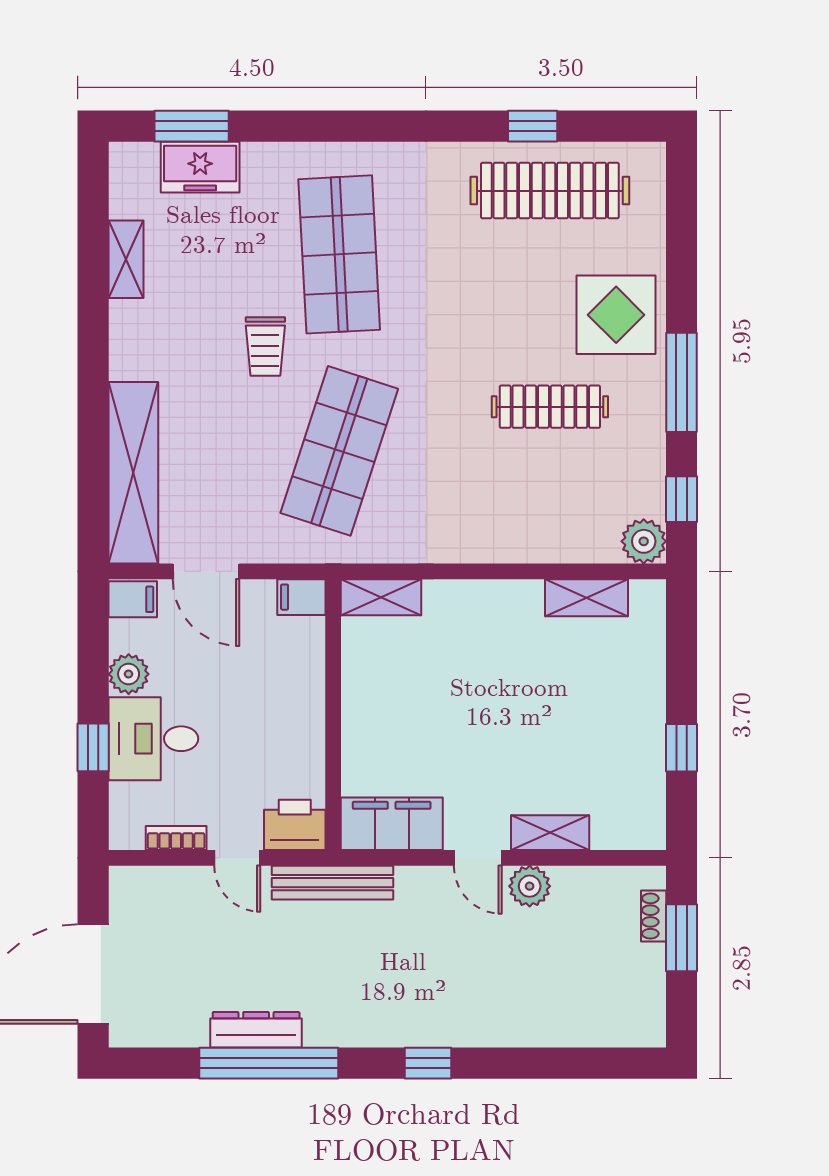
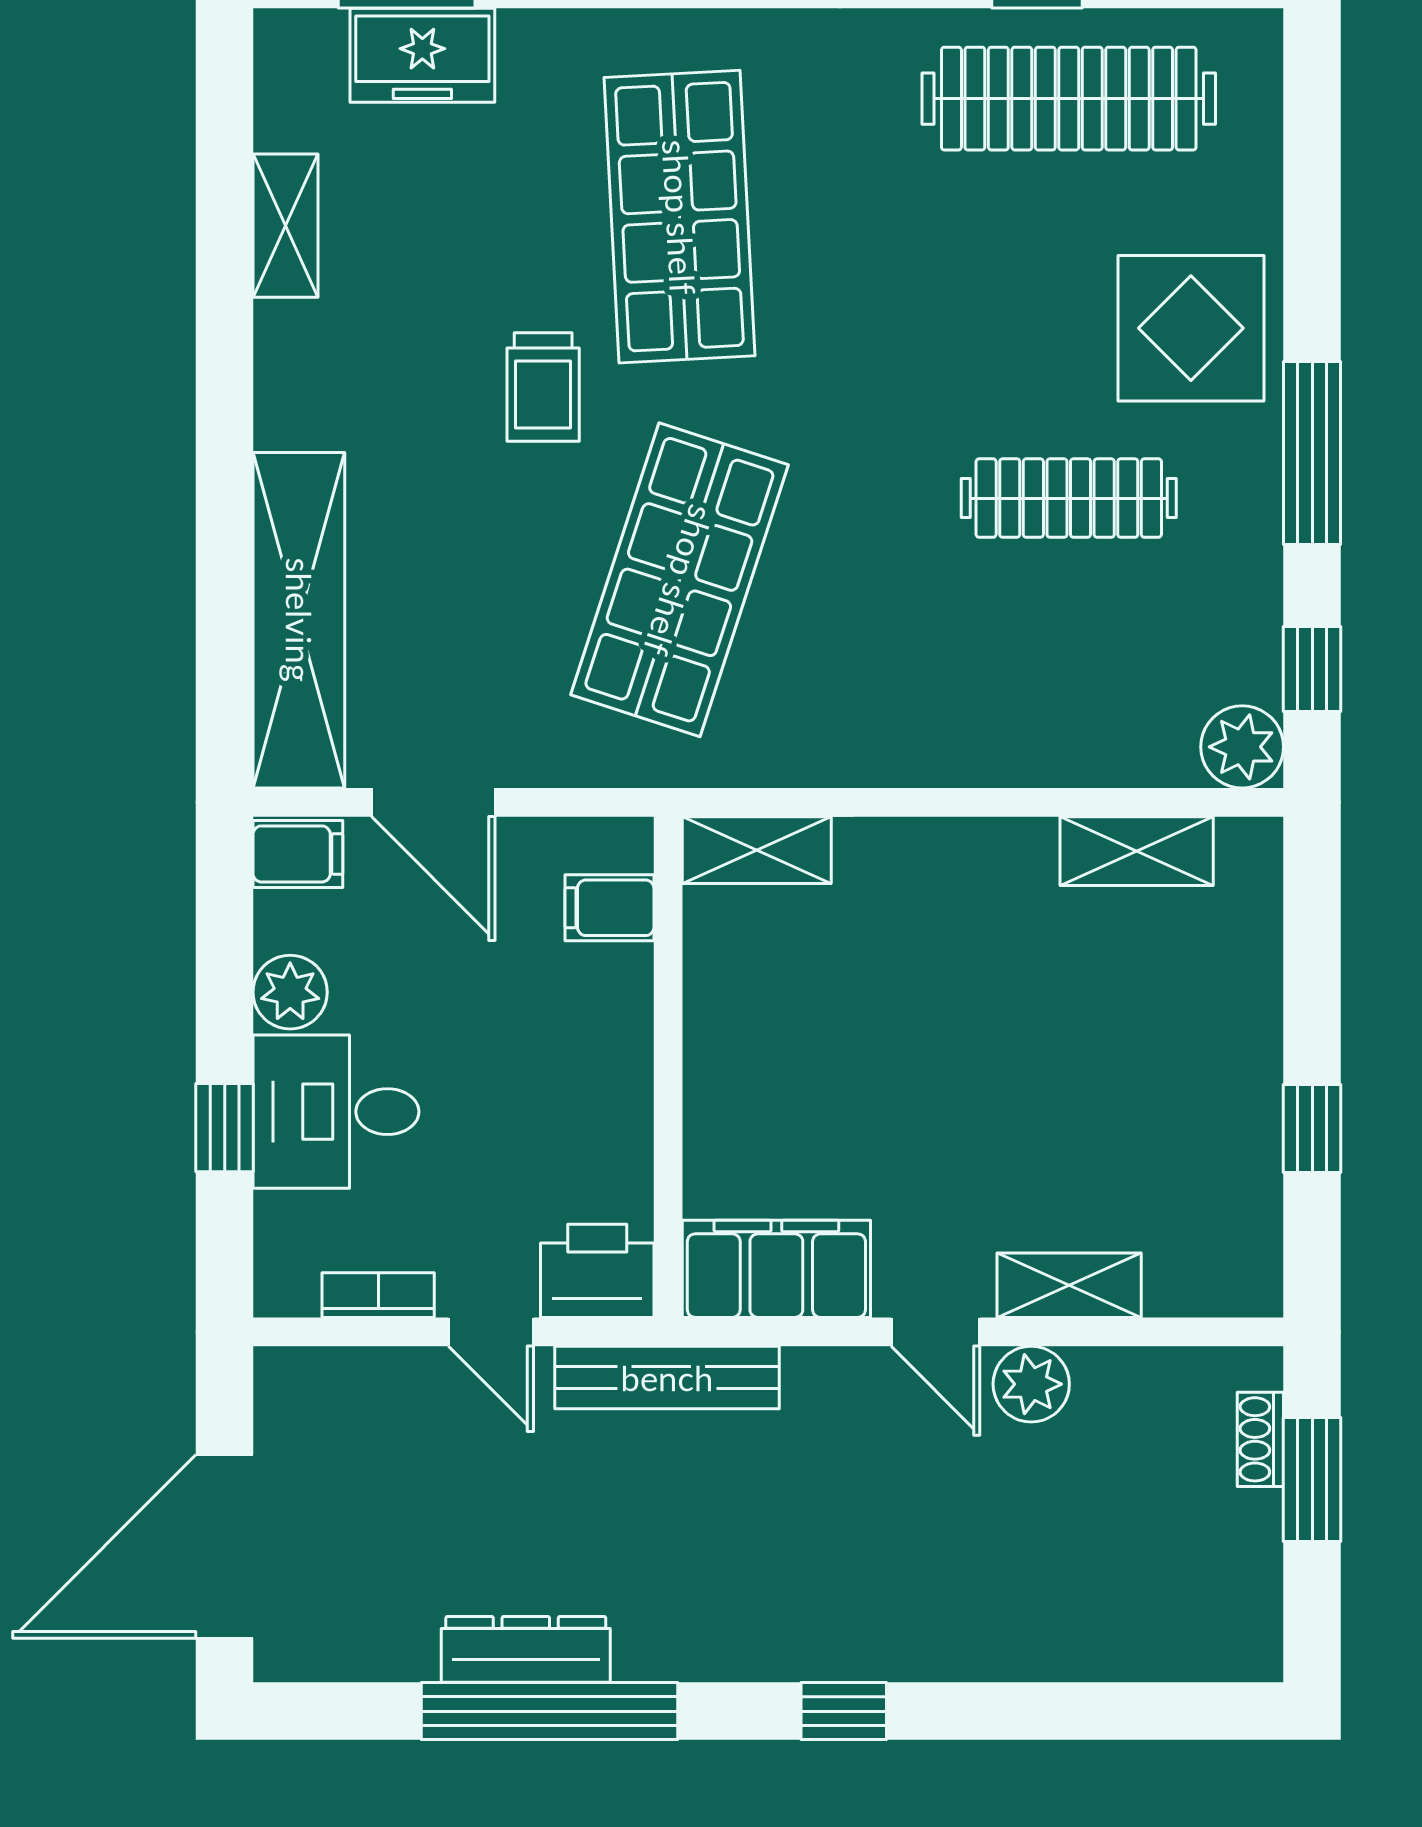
filing cabinet: (301, 597) -> (610, 908), moved

